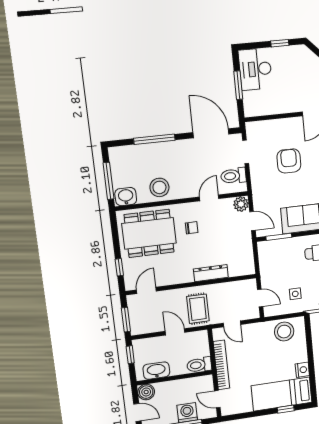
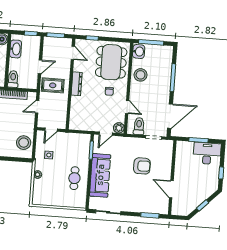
dresser: (211, 273) -> (77, 84), moved

